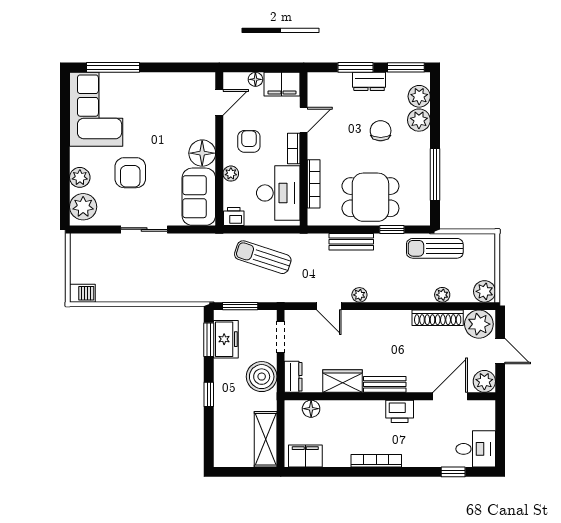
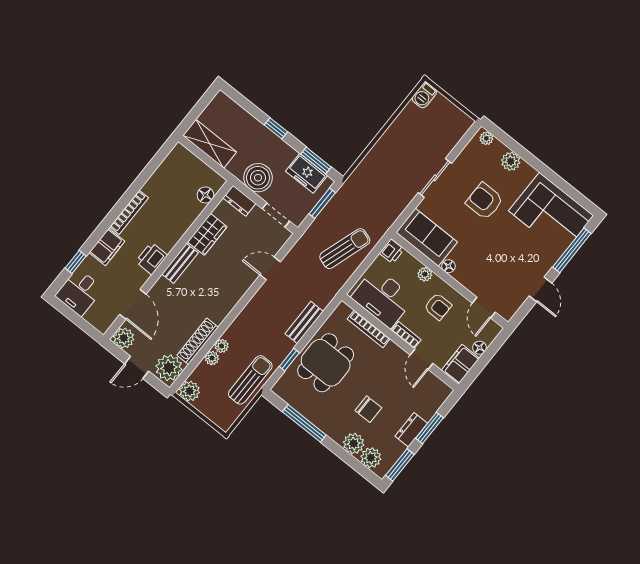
door: (167, 67) -> (540, 289), added
floor lamp: (202, 153) -> (448, 266), width x0.53, depth x0.53
plant: (83, 207) -> (486, 138), width x0.53, depth x0.53
plant: (359, 295) -> (222, 346), moved
filing cabinet: (305, 456) -> (107, 247), moved

